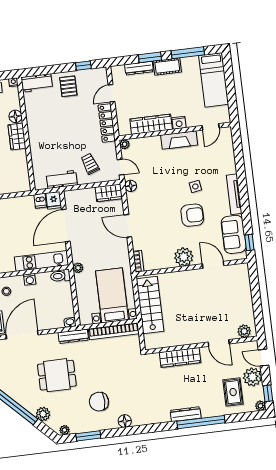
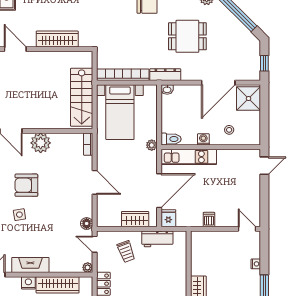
wardrobe: (109, 193) -> (135, 219), moved
dishwasher: (40, 201) -> (209, 220), moved

